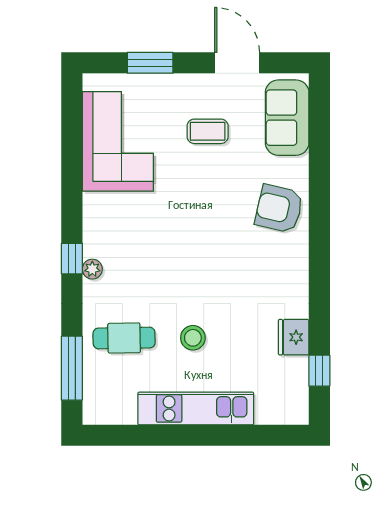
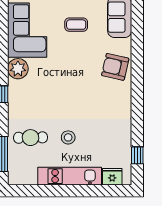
plant: (92, 269) -> (18, 69), moved, width x1.88, depth x1.88
fridge: (294, 337) -> (112, 177), moved, turned 90

